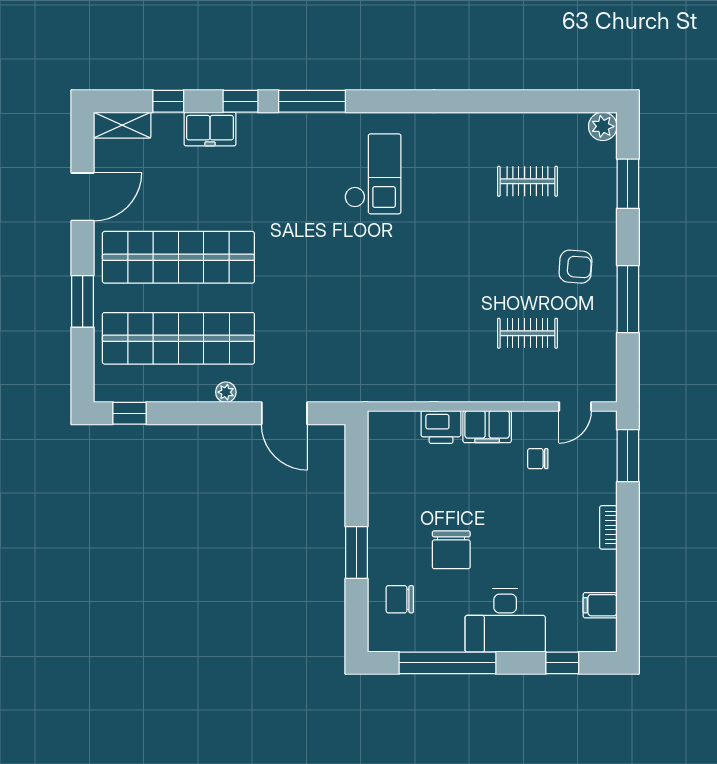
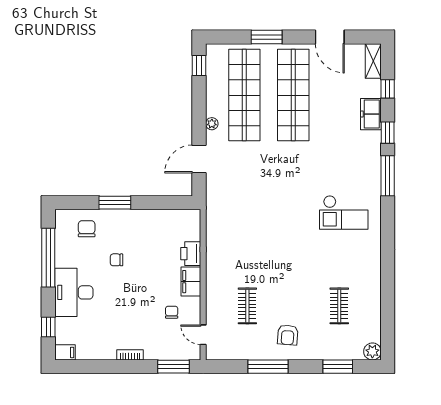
chair: (451, 550) -> (117, 260), width x0.54, depth x0.54
filing cabinet: (600, 605) -> (65, 352), moved, turned 90

